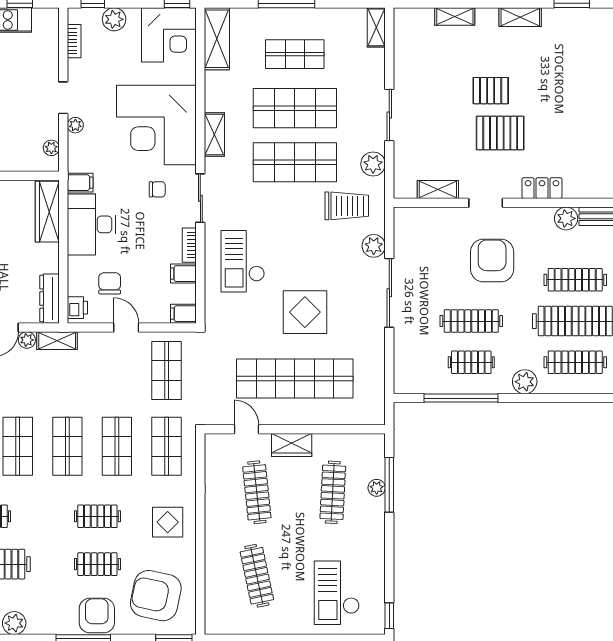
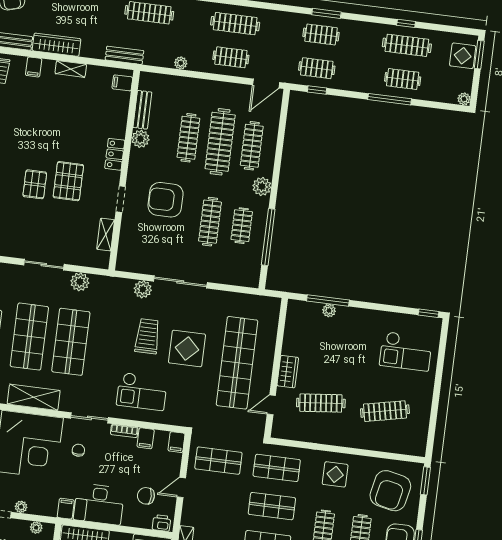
shelving: (214, 134) -> (34, 397), width x1.50, depth x1.33
trolley: (347, 206) -> (147, 336), moved
clothes rail: (333, 492) -> (328, 345), removed

